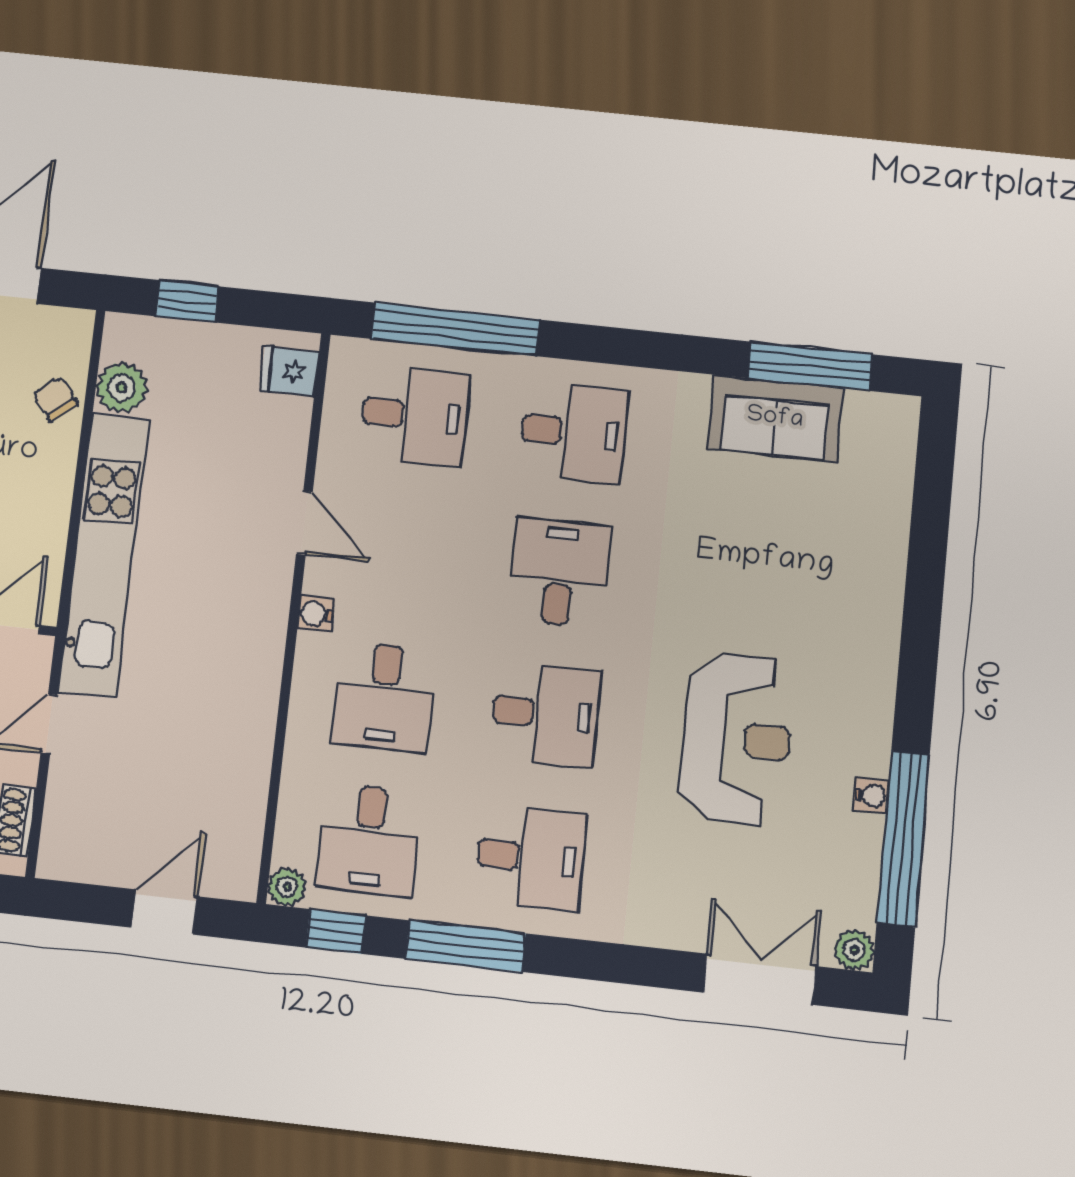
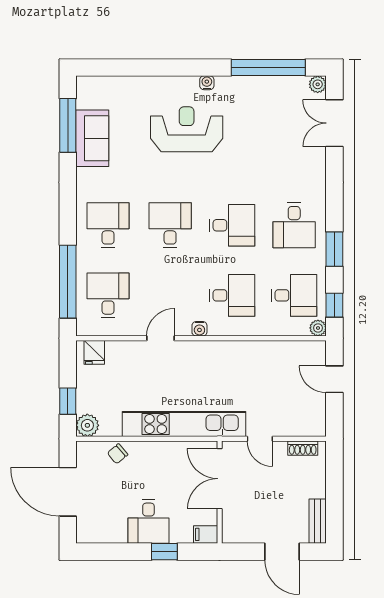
plant: (122, 388) -> (87, 425), moved
desk: (560, 572) -> (170, 225), turned 90
desk: (545, 714) -> (232, 225), turned 90
reception desk: (736, 739) -> (187, 129), moved
water cooler: (871, 796) -> (207, 83), moved
desk: (531, 858) -> (294, 225), turned 180
window: (465, 946) -> (334, 249), width x0.69

